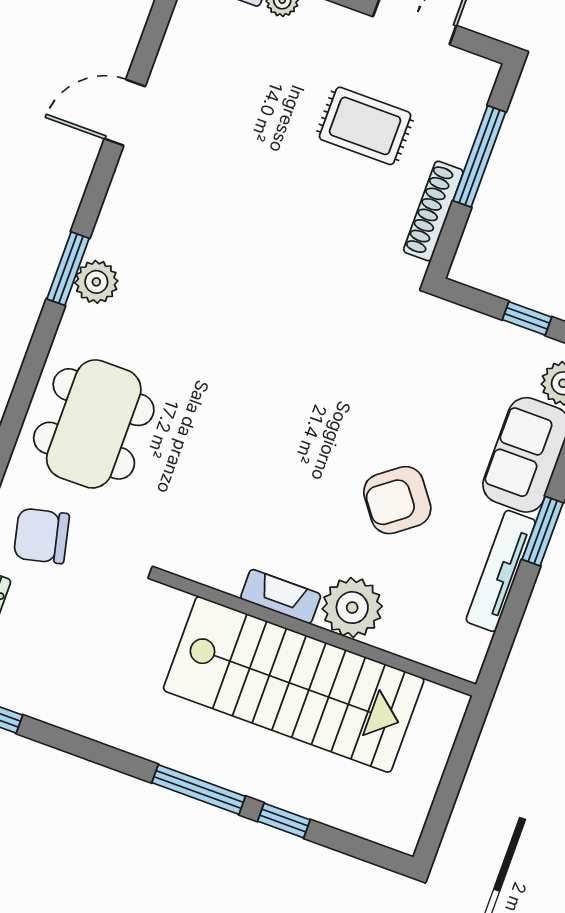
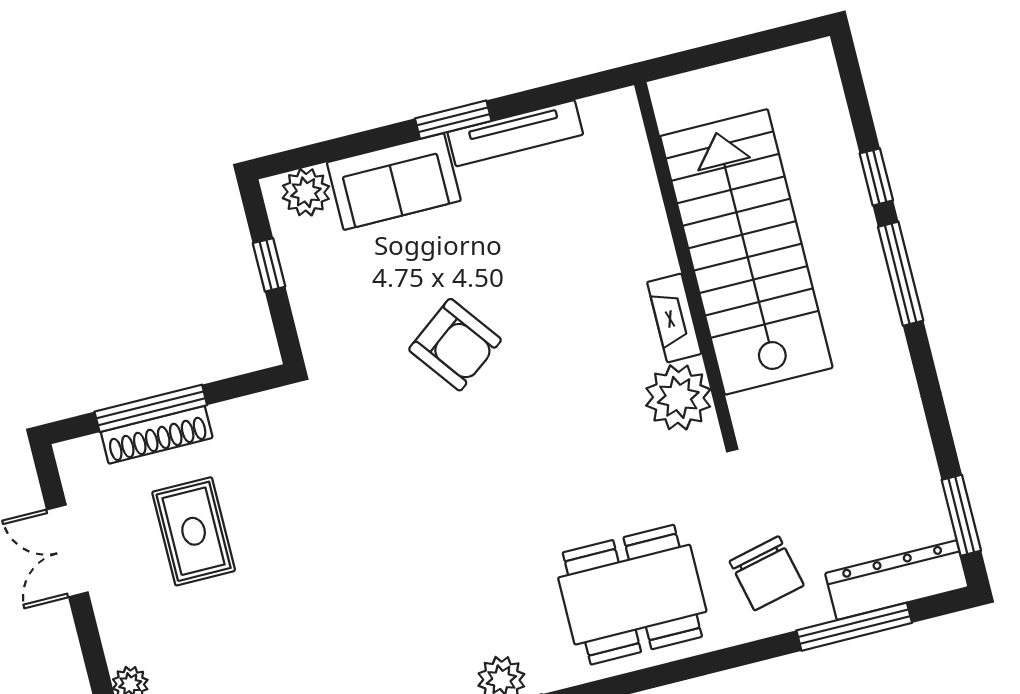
shoe rack: (433, 211) -> (157, 435), moved
armchair: (397, 500) -> (455, 345), moved
plant: (352, 608) -> (678, 397), moved

